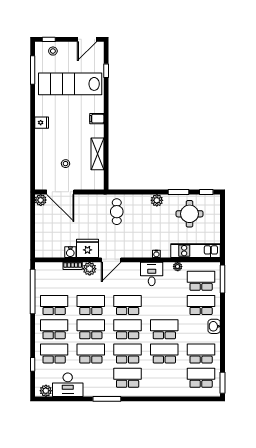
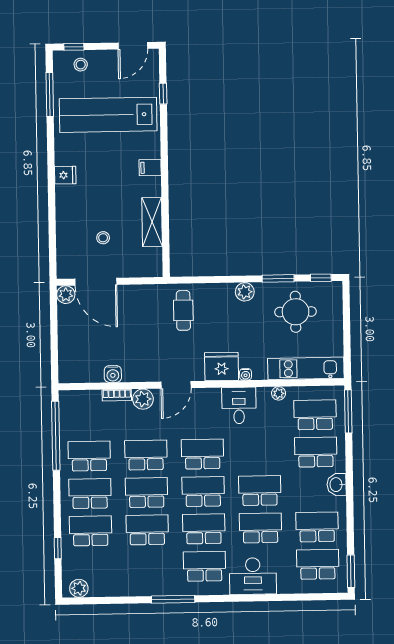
fridge: (87, 248) -> (222, 366), moved
desk: (68, 385) -> (253, 576), moved

